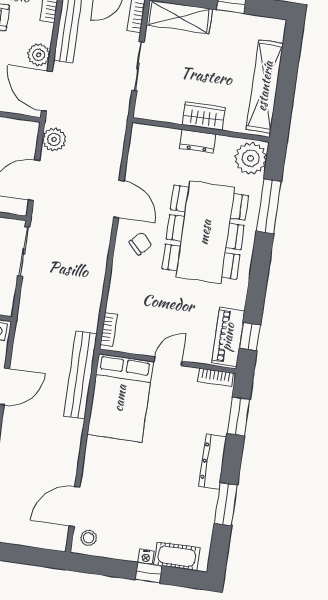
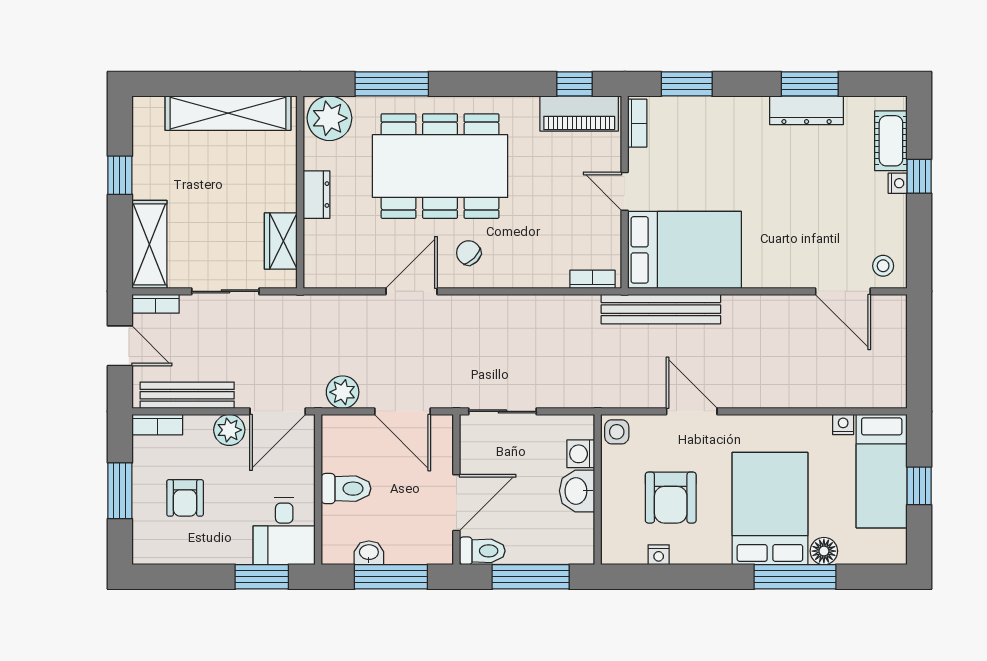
wardrobe: (203, 116) -> (281, 241), moved
dresser: (213, 462) -> (807, 110), moved

